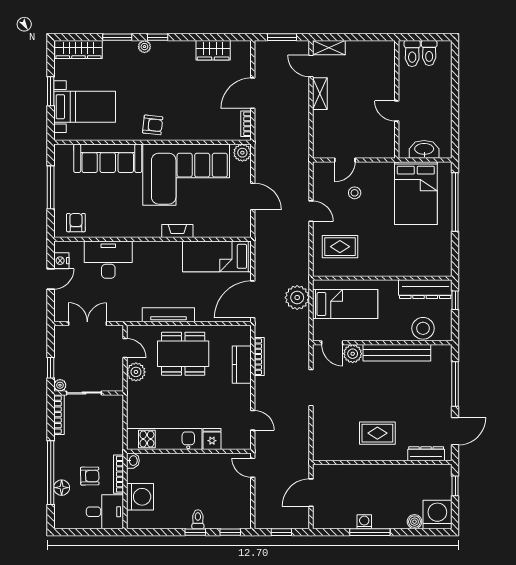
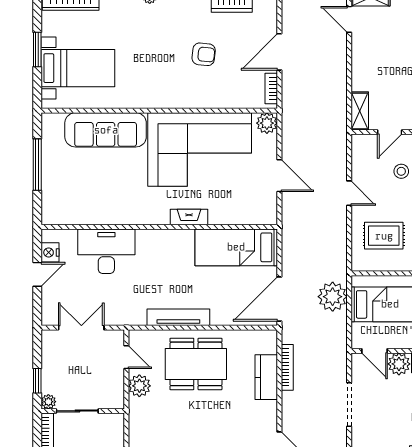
shelving: (320, 94) -> (360, 111), moved
armchair: (153, 125) -> (204, 54), moved
armchair: (76, 223) -> (68, 207), removed

